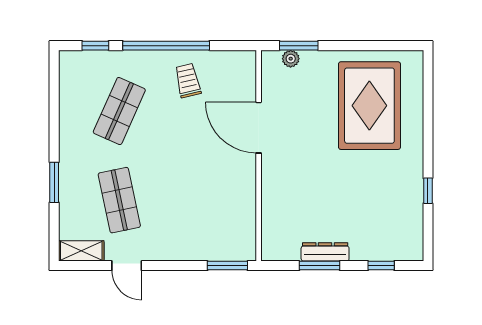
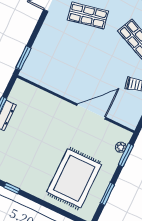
window: (369, 46) -> (107, 194), added
rug: (369, 106) -> (74, 178), turned 90

